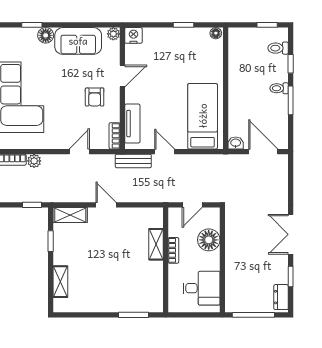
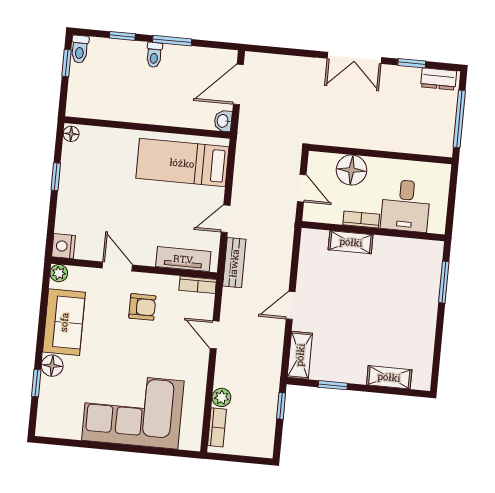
toilet: (278, 48) -> (80, 49), moved
desk: (201, 288) -> (406, 206), moved, turned 180

